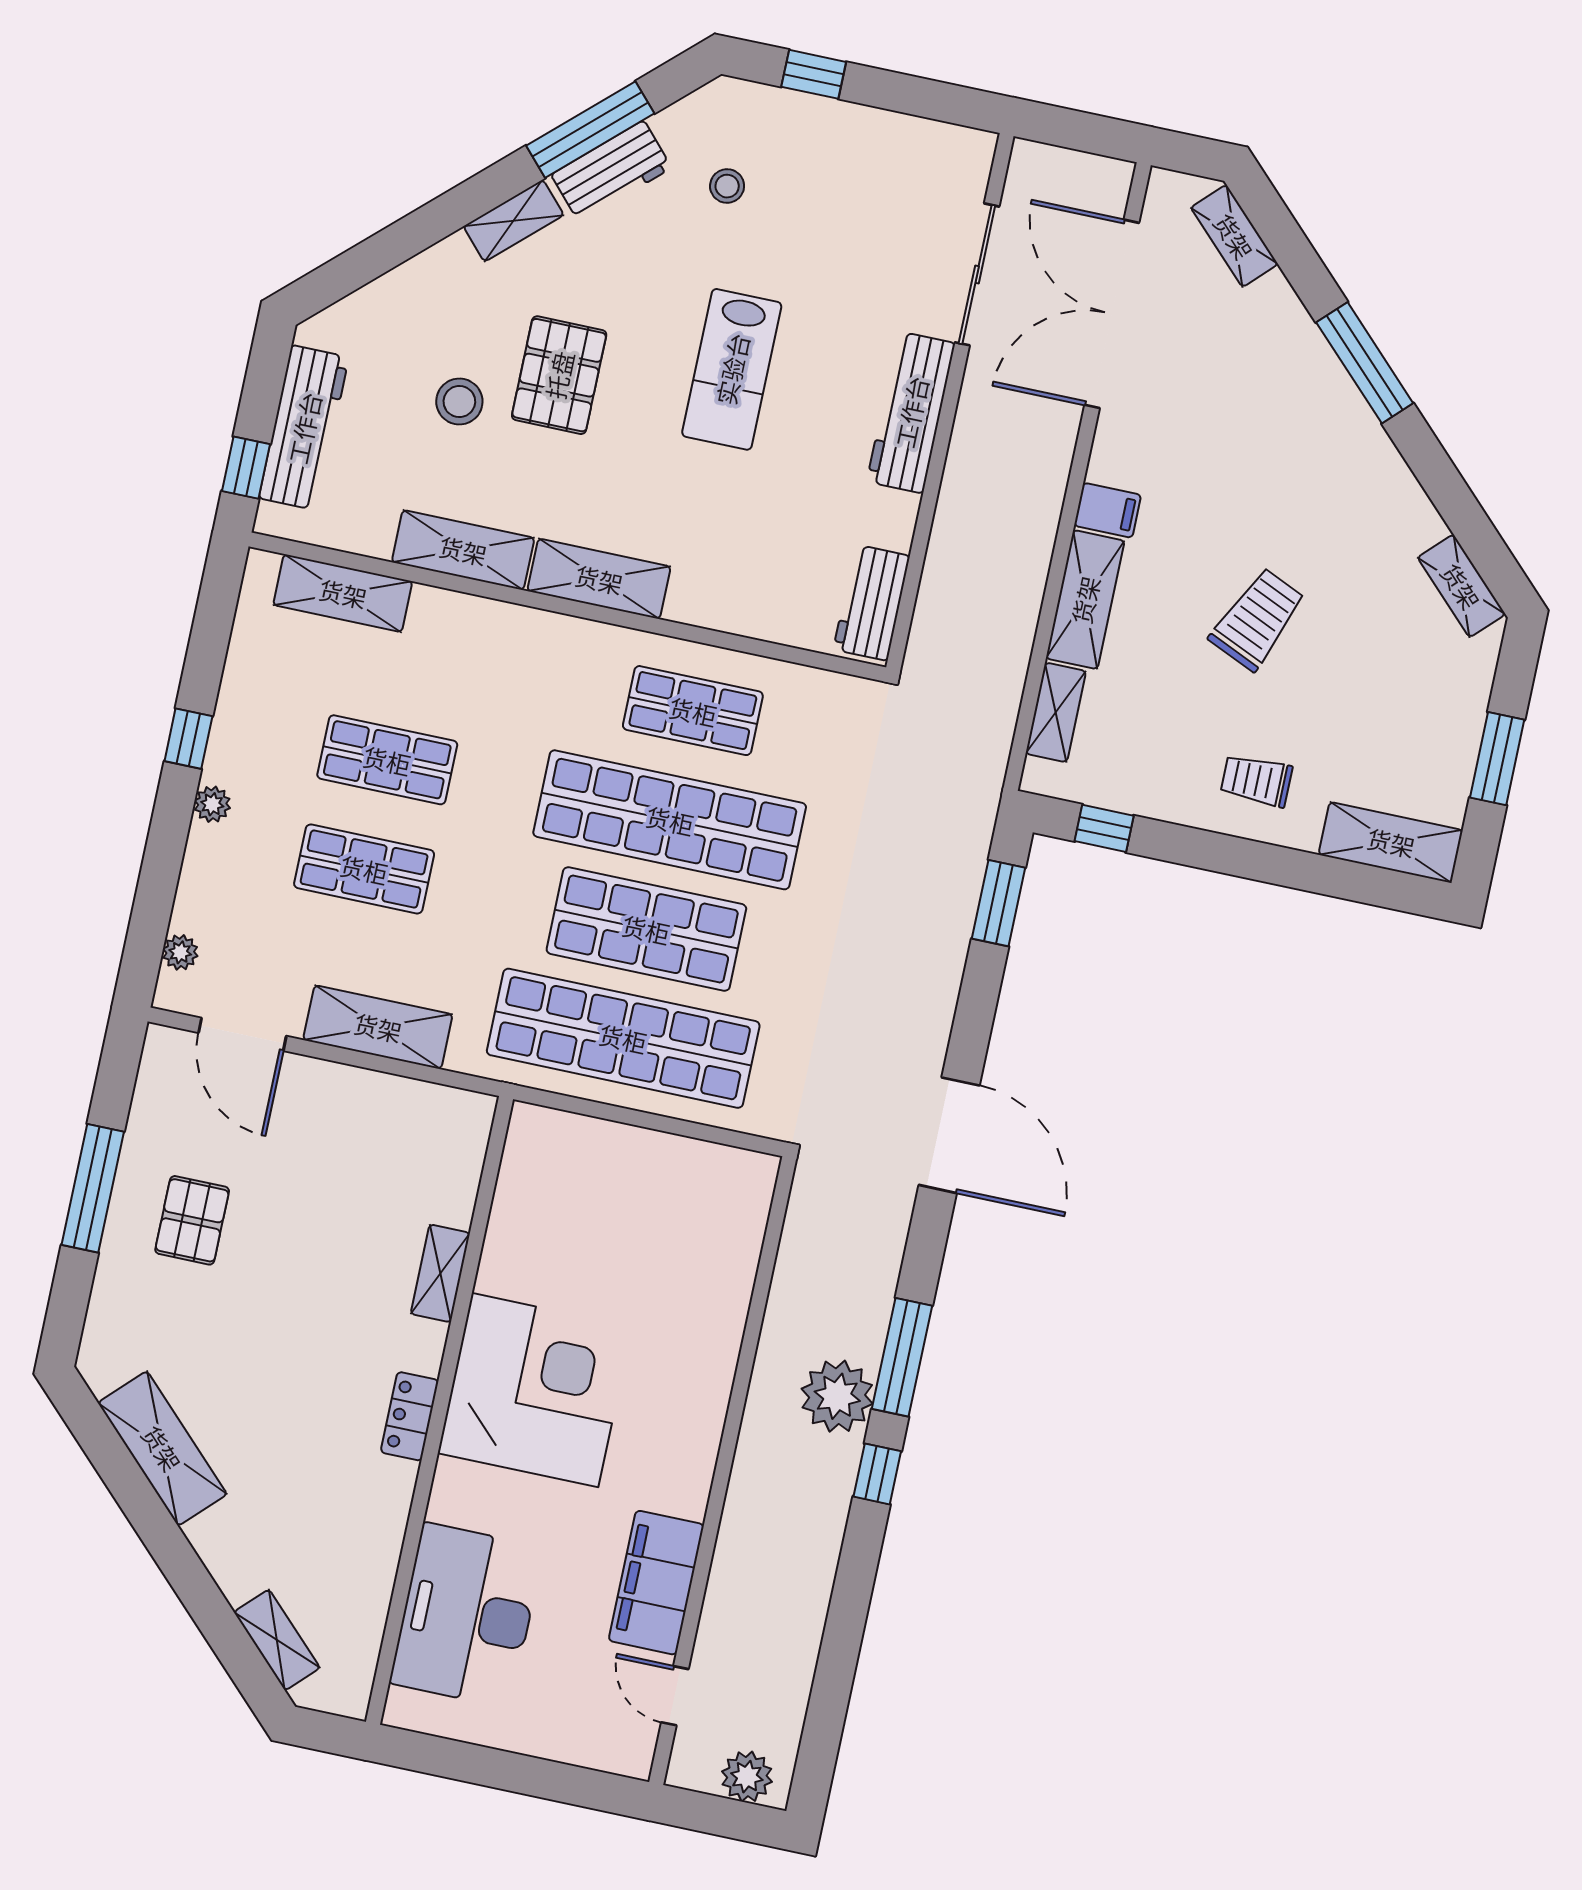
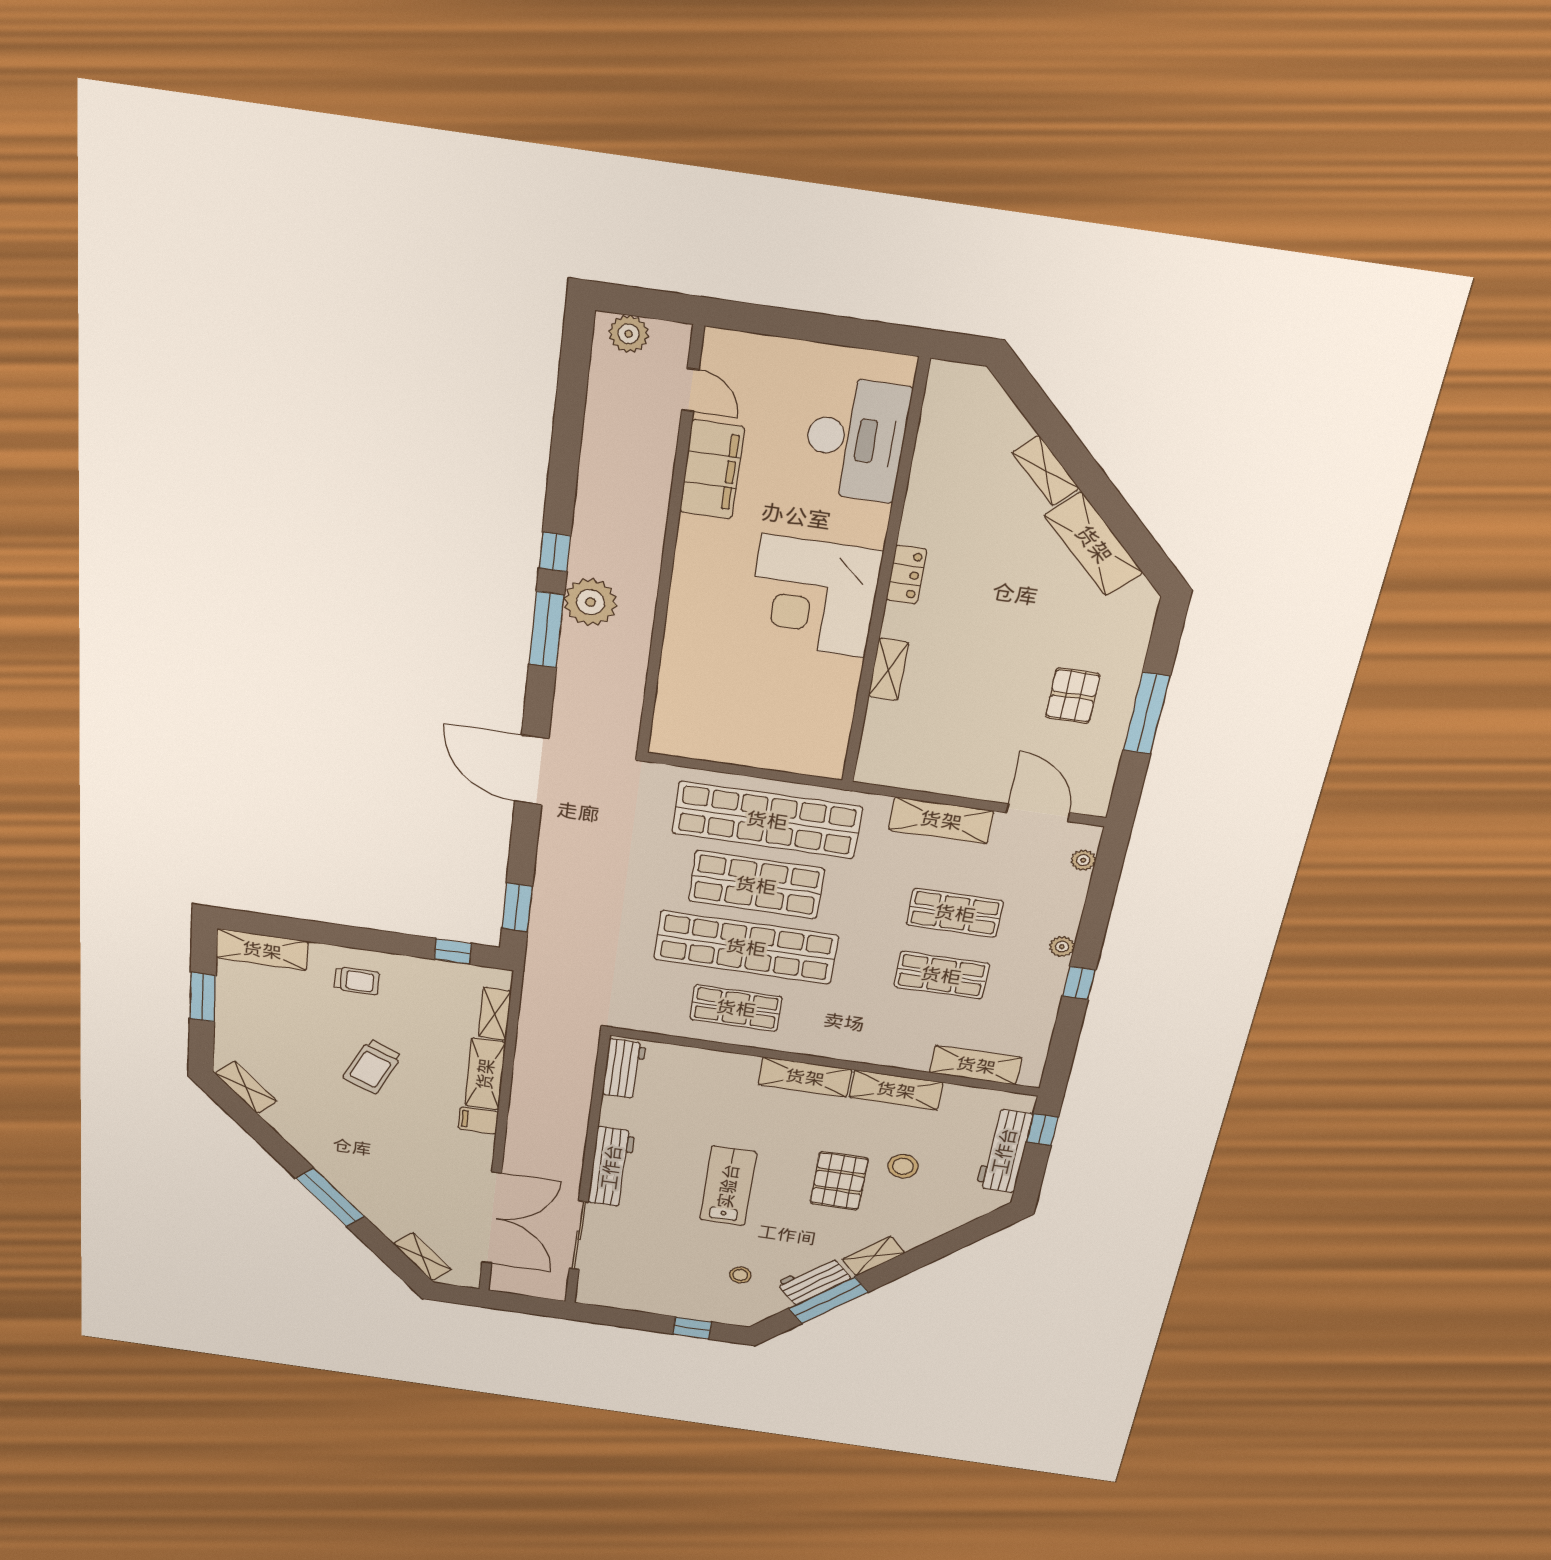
shelving: (277, 1640) -> (1046, 471), moved

